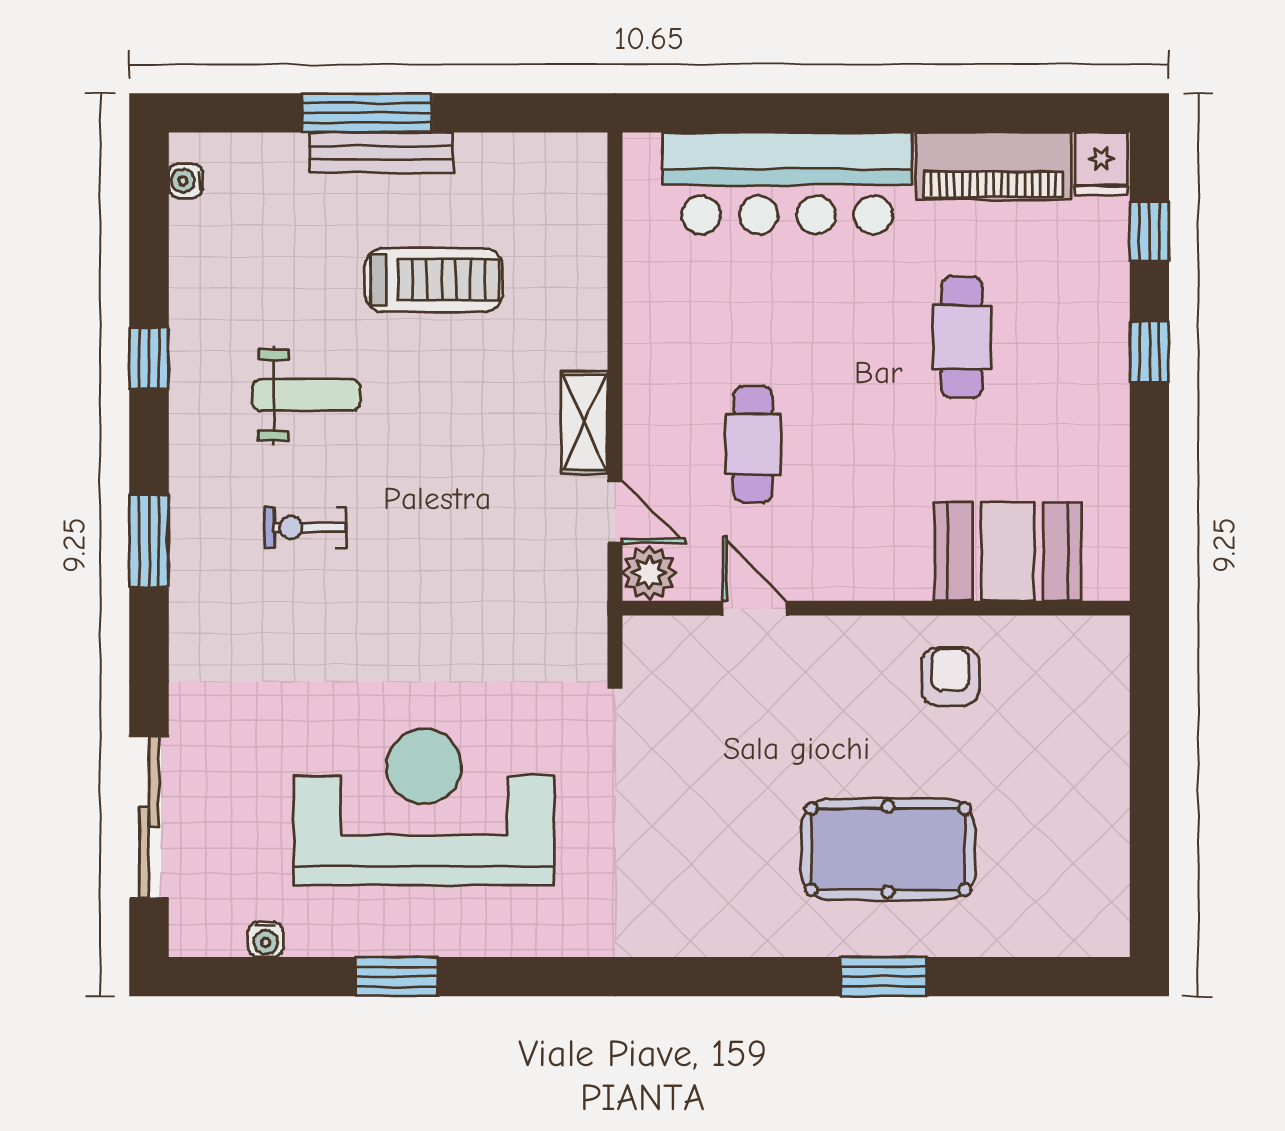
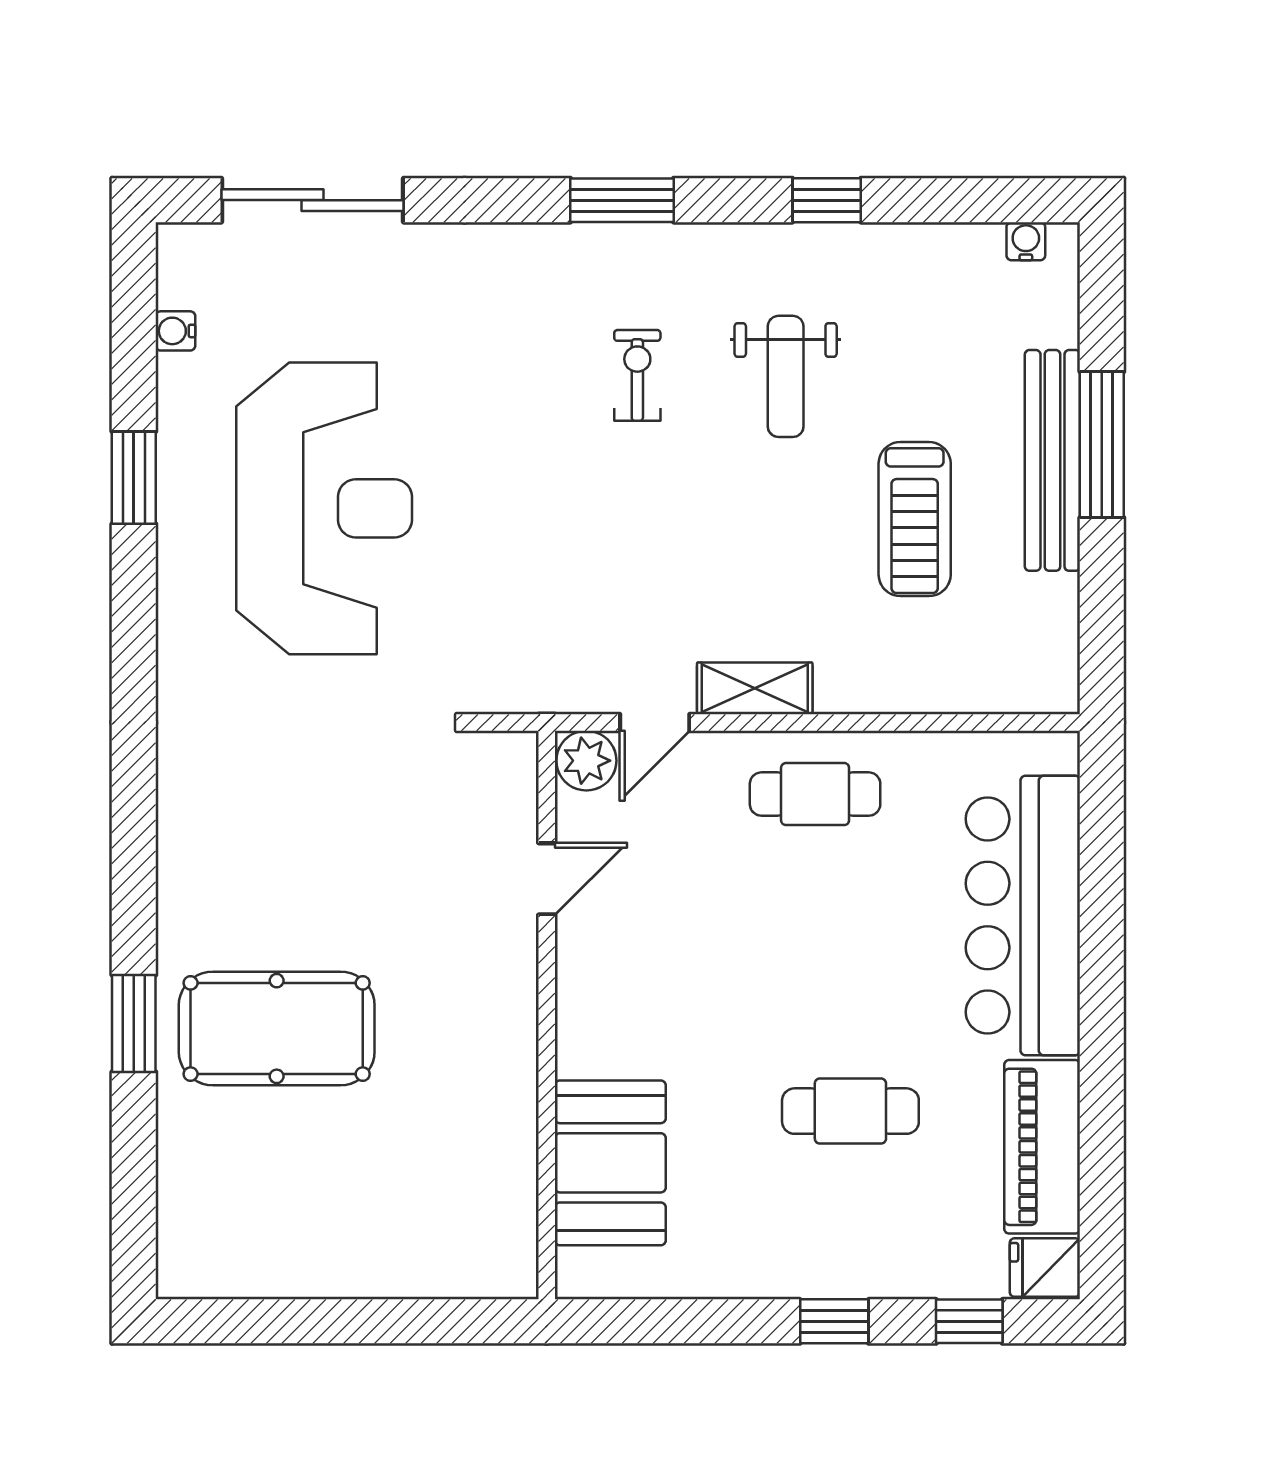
bench: (381, 153) -> (1052, 460), width x1.37, depth x1.21
cafe table: (753, 444) -> (815, 794), moved
armchair: (950, 677) -> (470, 1098), removed
pool table: (888, 849) -> (277, 1028), turned 90

